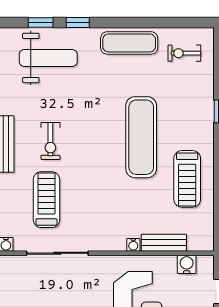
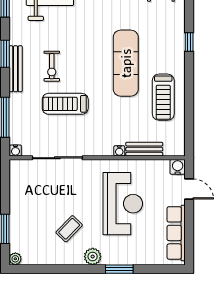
treadmill: (46, 200) -> (65, 104), moved, turned -90
water cooler: (187, 264) -> (178, 167), moved

